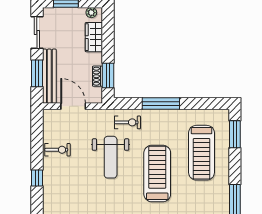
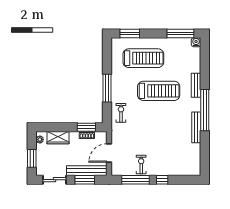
window: (37, 142) -> (135, 180), added
weight bench: (111, 157) -> (147, 125), removed
treadmill: (157, 173) -> (159, 91), turned 180

